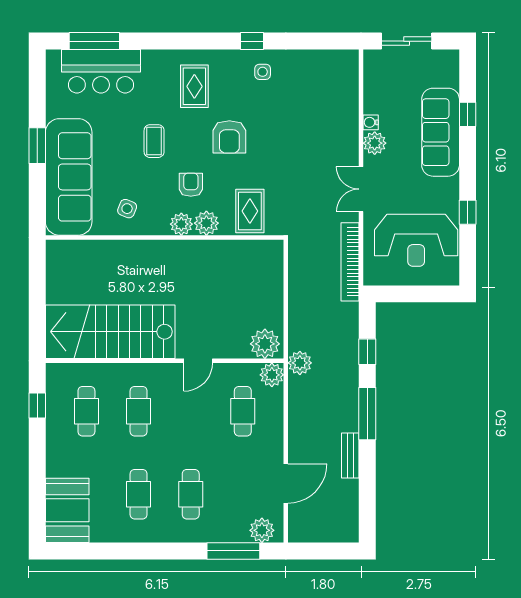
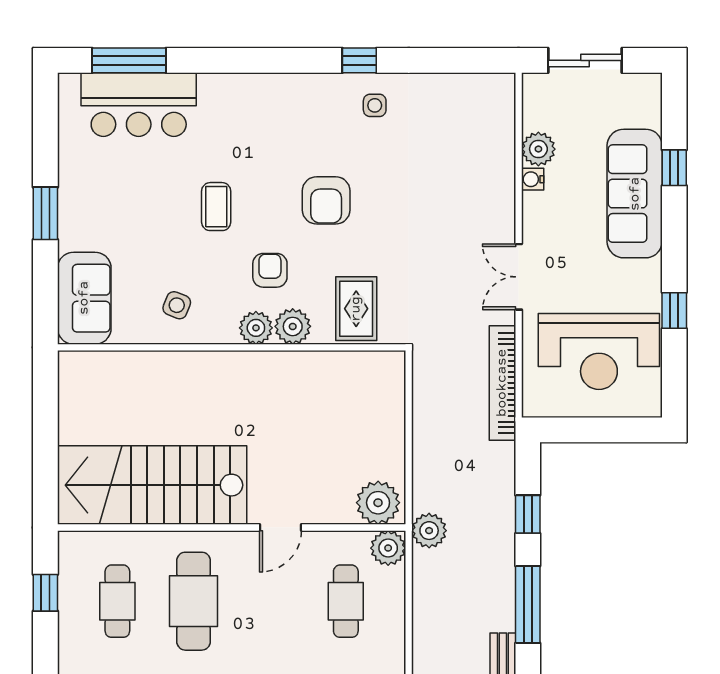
rug: (194, 86) -> (275, 127), removed
plant: (375, 143) -> (538, 149), moved
sofa: (69, 177) -> (84, 298), width x0.54, depth x0.79
cafe table: (139, 411) -> (194, 601), width x1.37, depth x1.35

